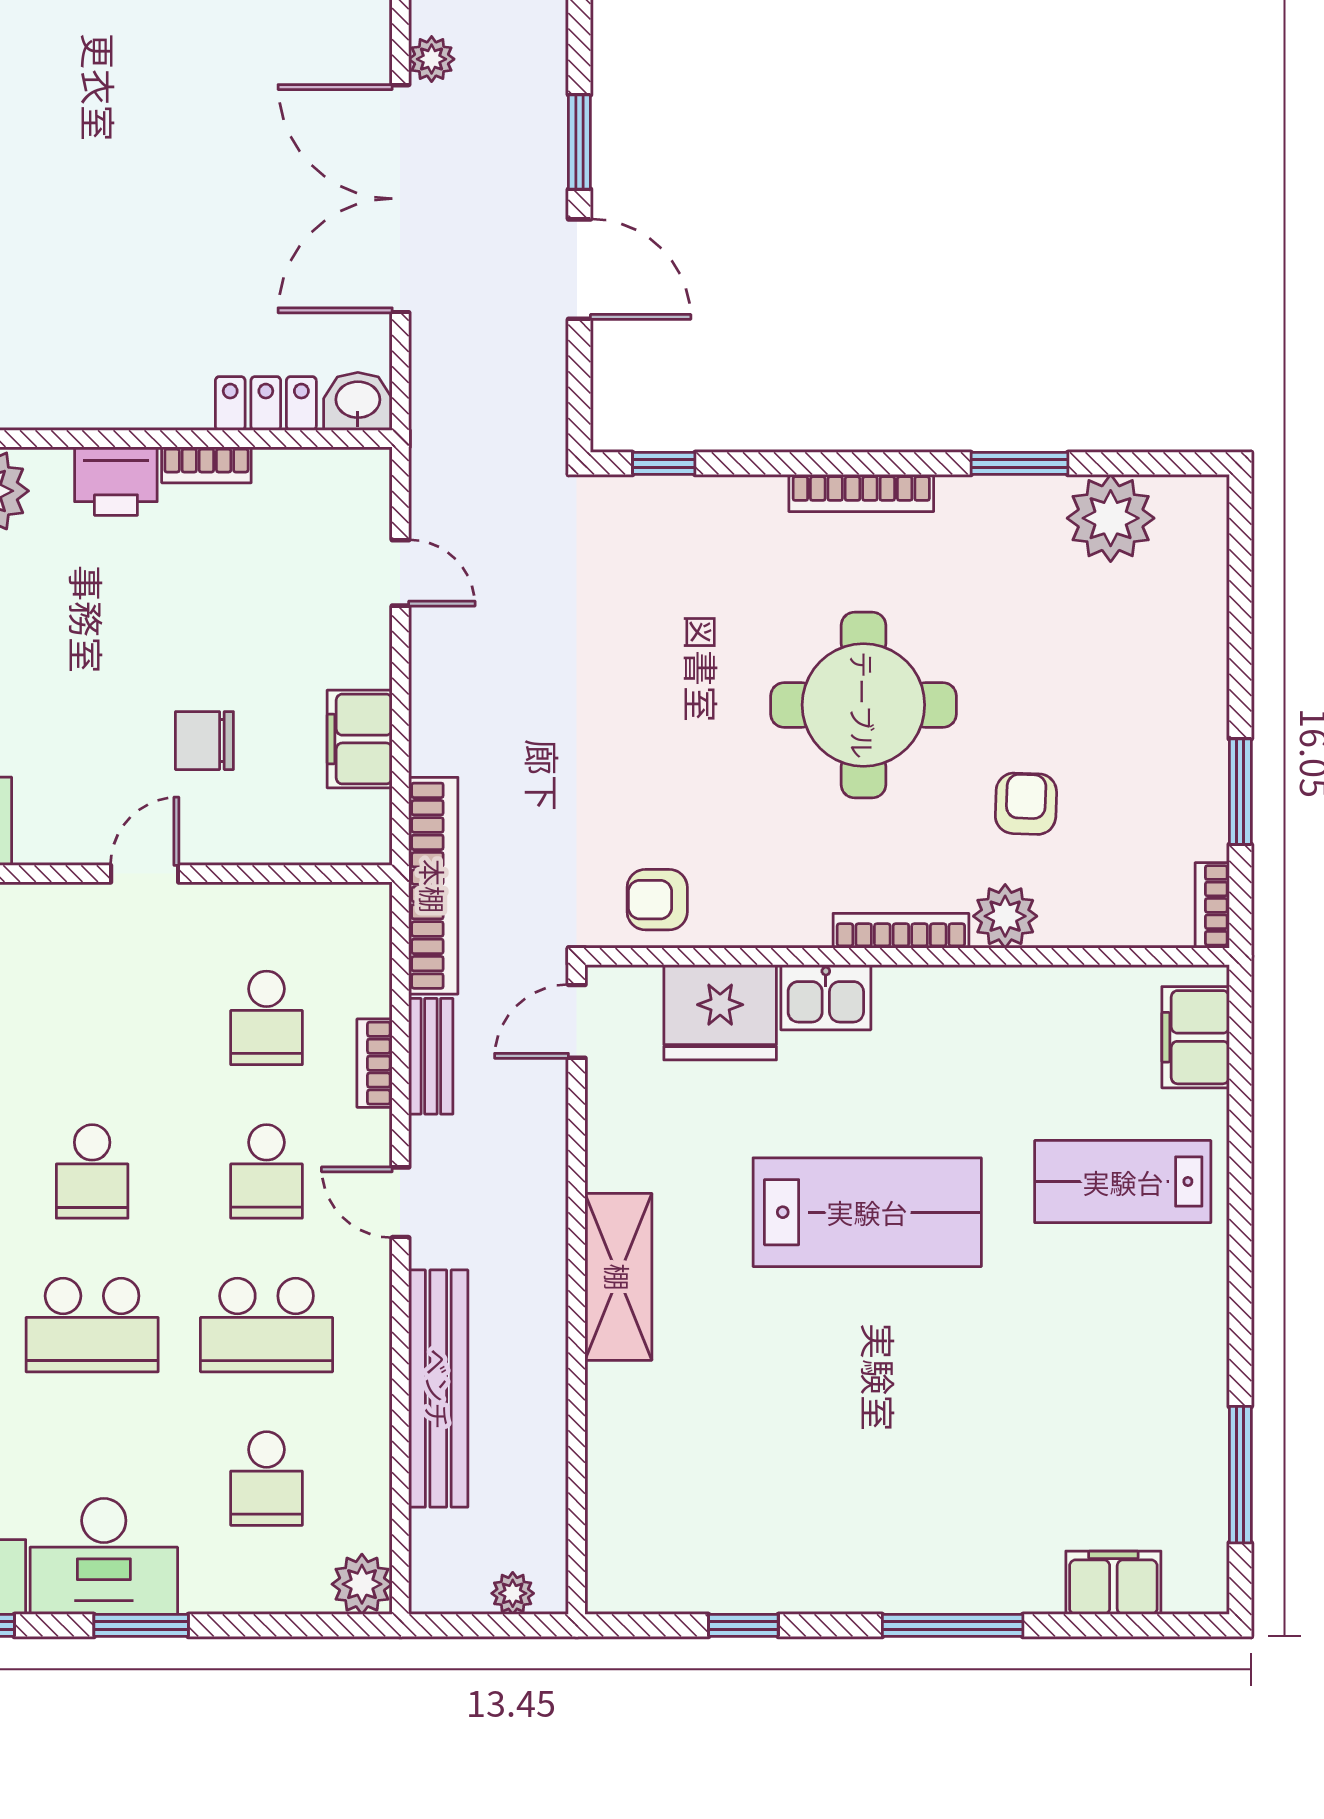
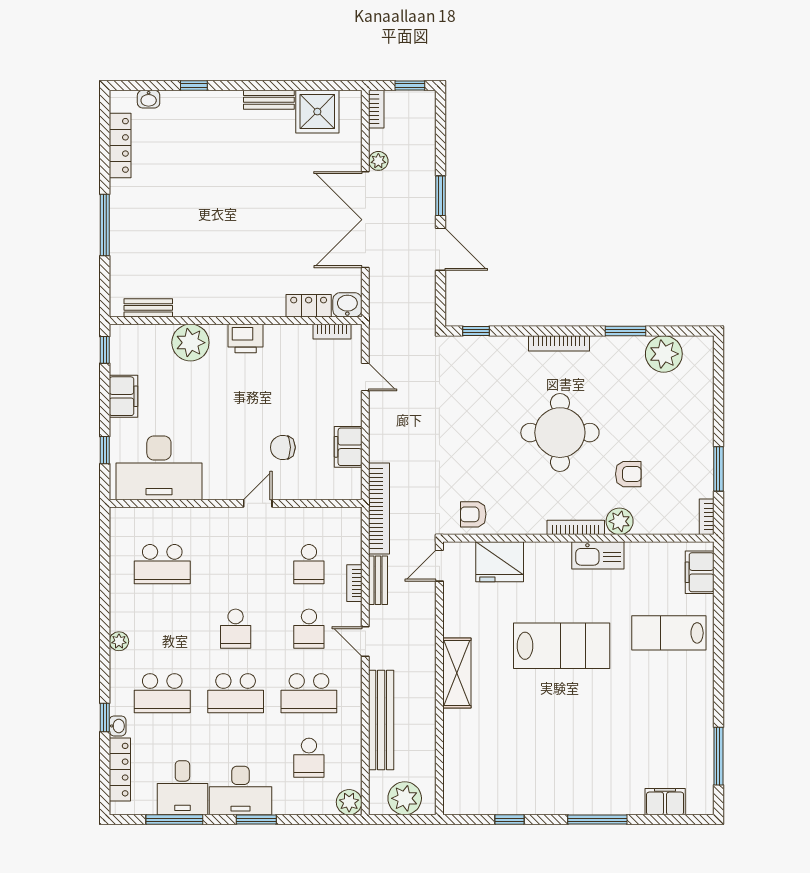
bookcase: (206, 465) -> (332, 332), moved
armchair: (1026, 804) -> (628, 474), turned 88
kitchen sink: (826, 997) -> (598, 555), moved, width x1.38
plant: (513, 1593) -> (405, 798), width x1.87, depth x1.87

